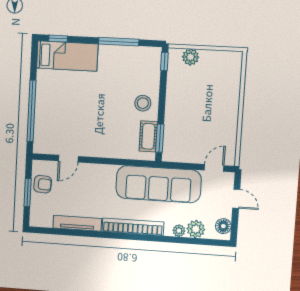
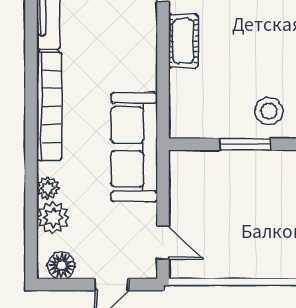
cot: (148, 136) -> (183, 41), moved, turned 90
window: (160, 138) -> (245, 144), moved
sofa: (158, 184) -> (134, 147), width x0.74, depth x0.79

